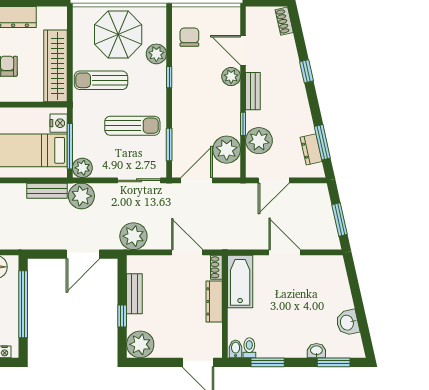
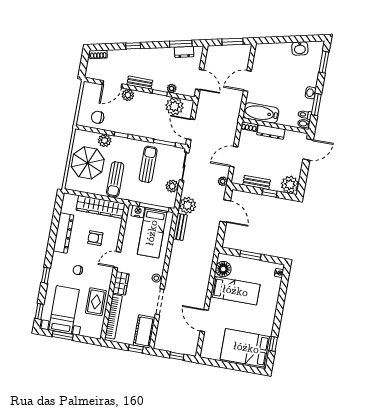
plant: (259, 141) -> (172, 88), width x0.53, depth x0.53
plant: (82, 168) -> (172, 186), moved
plant: (133, 236) -> (223, 181), width x0.53, depth x0.53
door: (187, 252) -> (234, 157), moved
window: (23, 304) -> (250, 255), width x0.47
washbasin: (316, 351) -> (311, 93), moved

